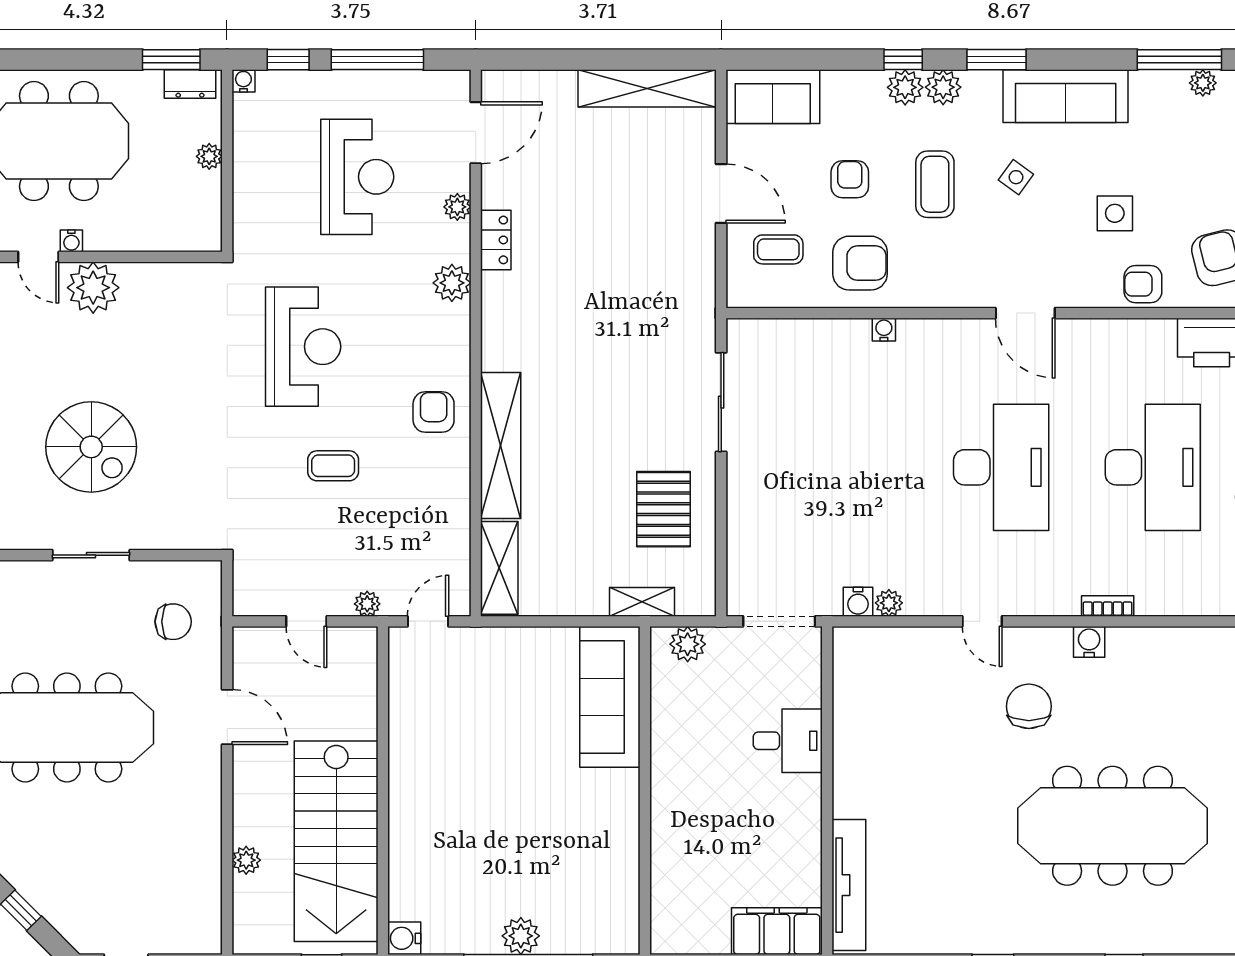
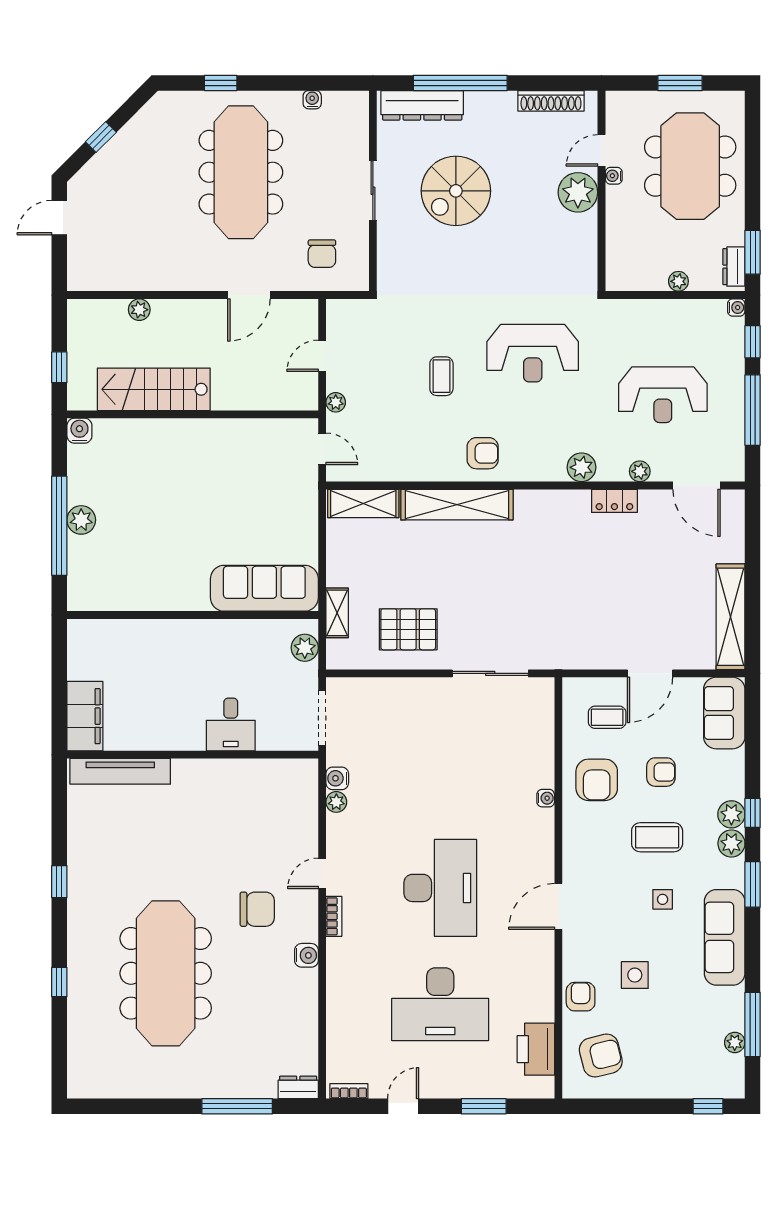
side table: (1016, 177) -> (663, 899), turned -36
coffee table: (778, 249) -> (607, 717), turned 90
desk: (1001, 467) -> (440, 888), turned -90
bookcase: (1108, 606) -> (334, 916), moved
stairs: (336, 841) -> (154, 389), width x0.73, depth x0.66

